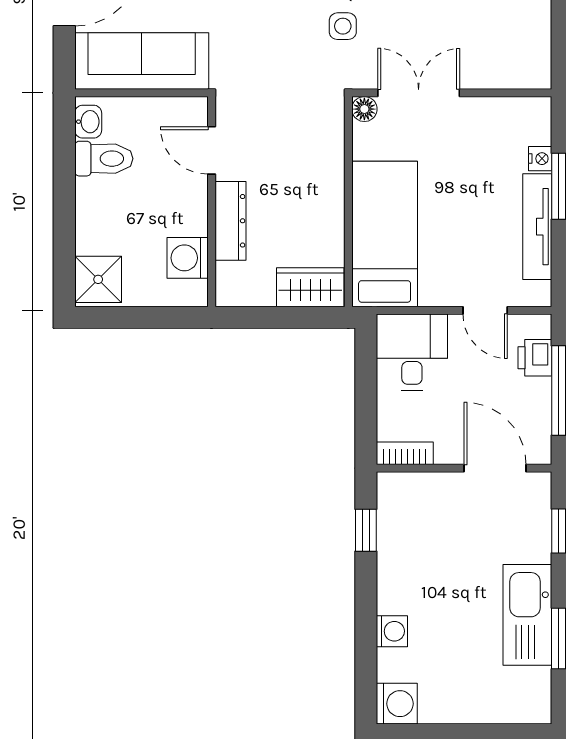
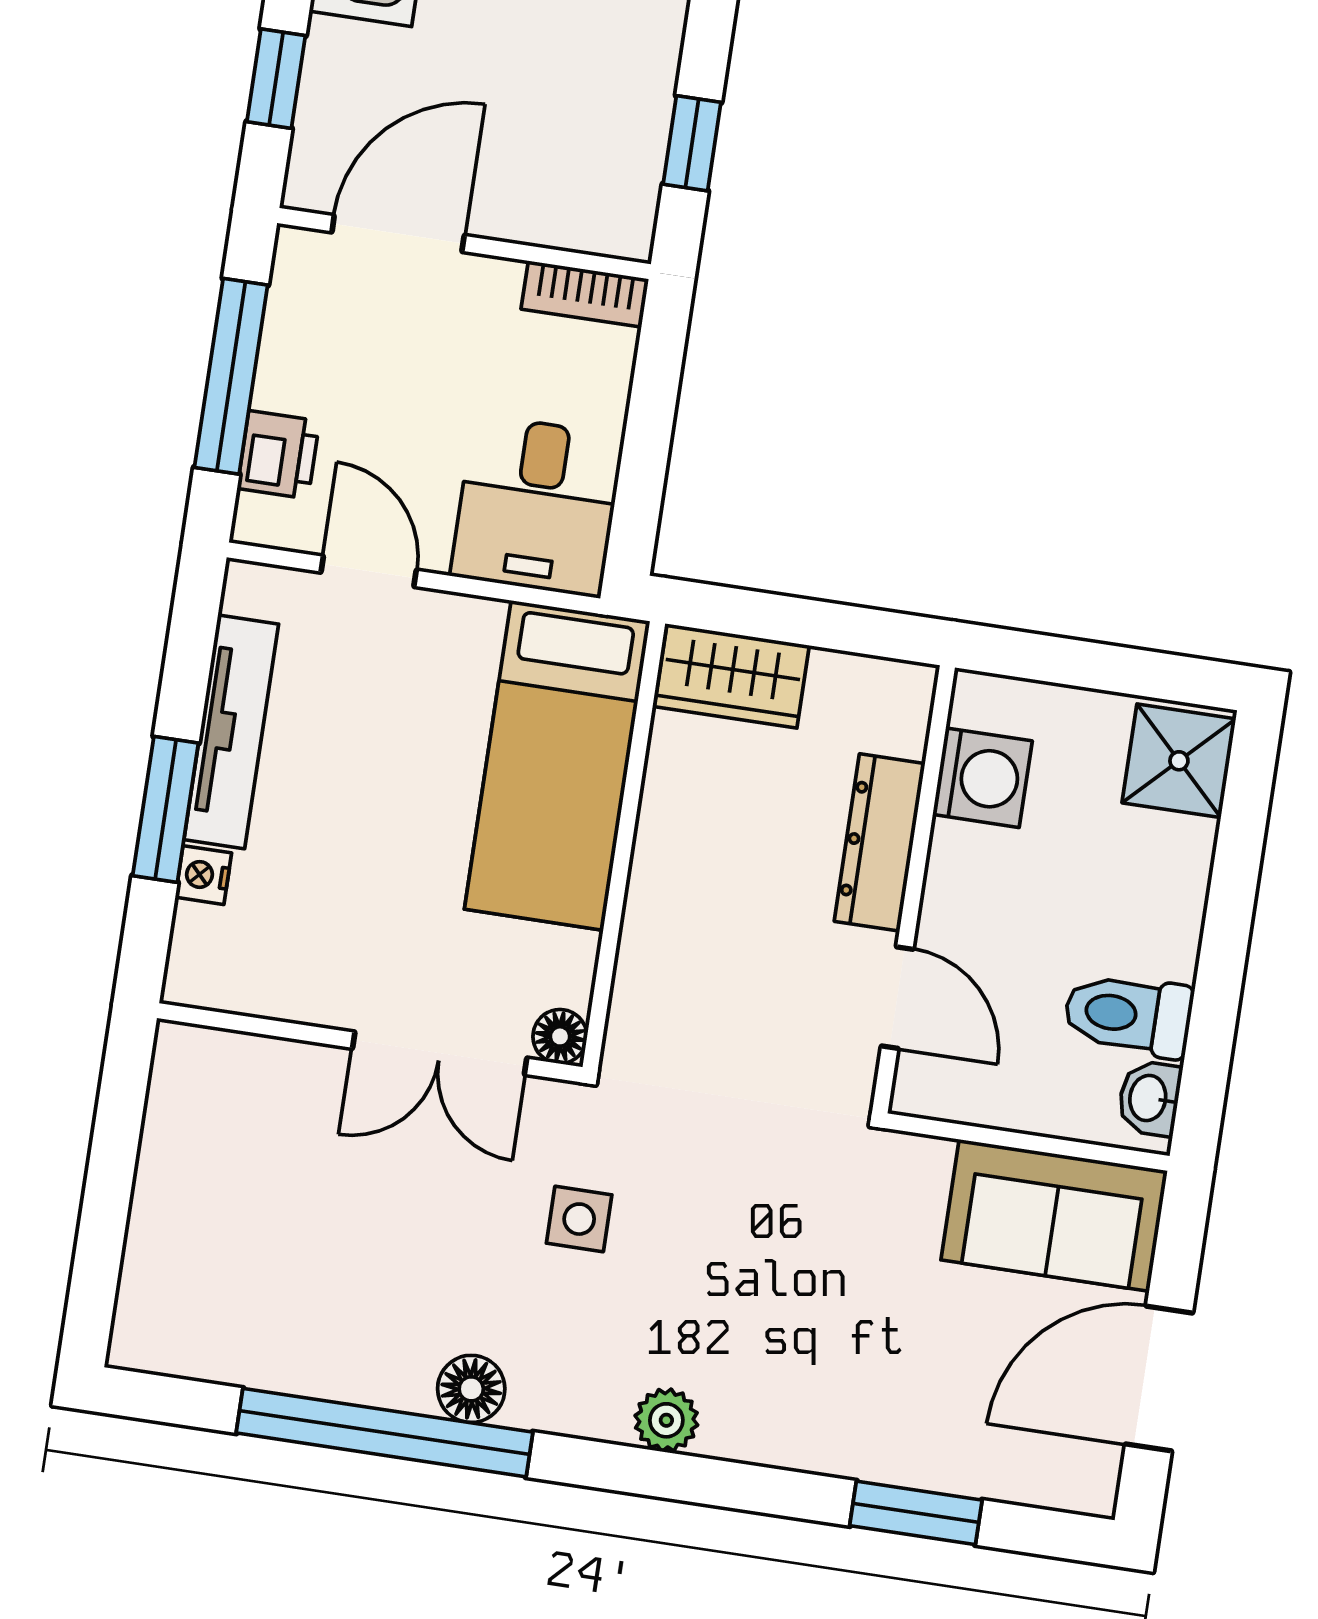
sofa: (142, 61) -> (1054, 1215), width x0.73
door: (495, 468) -> (398, 234), swing flipped

